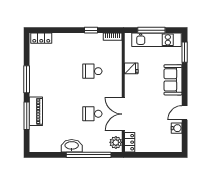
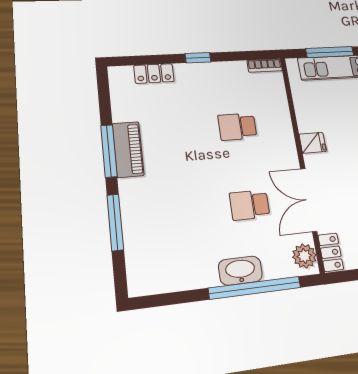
window: (91, 30) -> (198, 58), moved
locker: (41, 38) -> (154, 74), moved
fridge: (131, 68) -> (313, 143), moved
piano: (36, 111) -> (128, 149), moved
washbasin: (72, 146) -> (240, 271), moved

